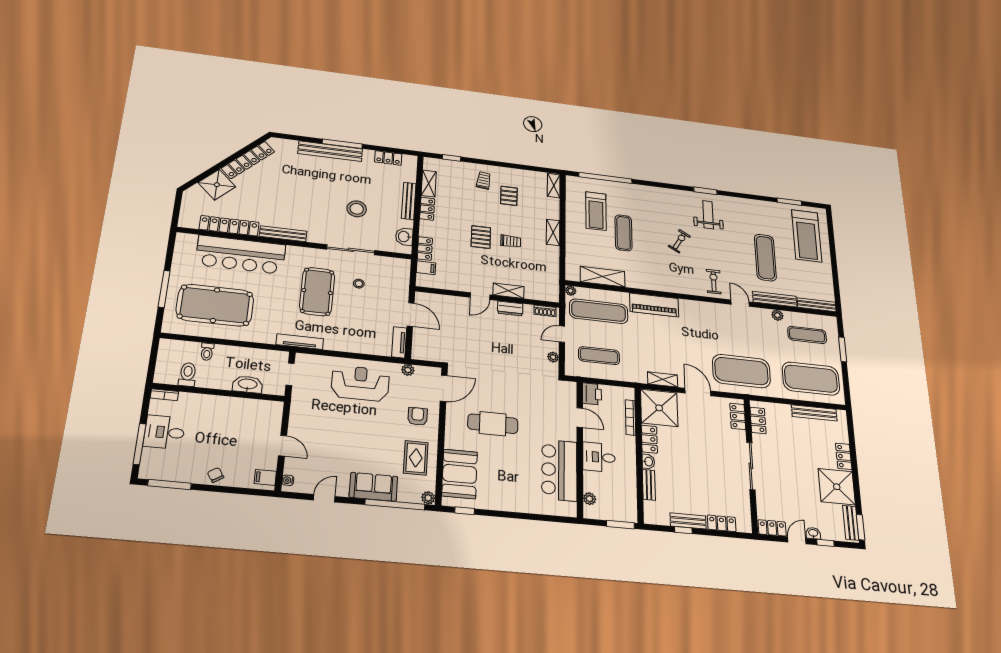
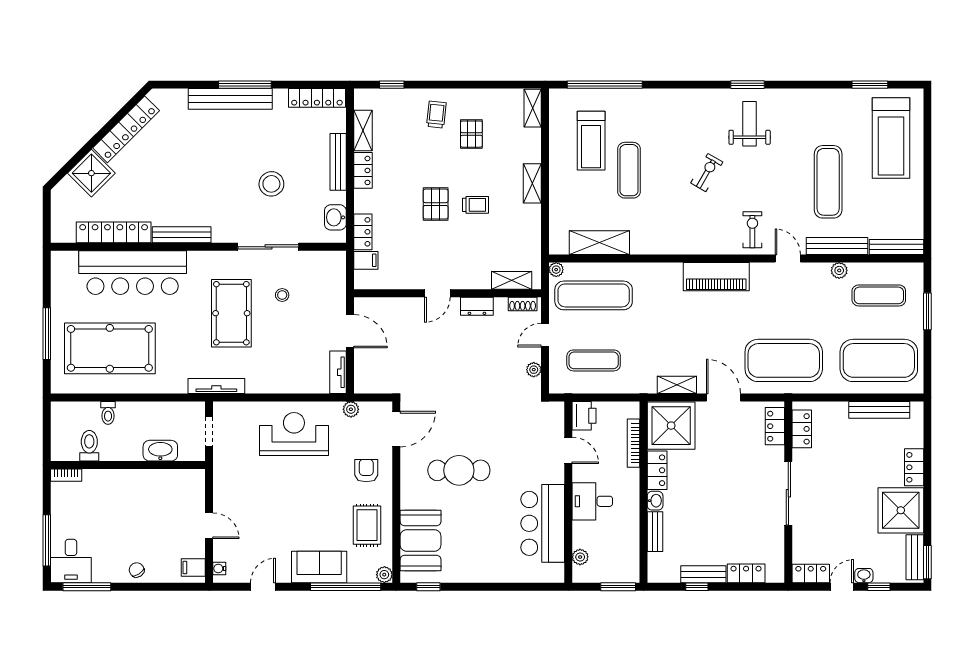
locker: (388, 158) -> (317, 98), width x1.53
shelving: (508, 291) -> (512, 280), moved
piano: (654, 305) -> (716, 277), moved
desk: (164, 432) -> (71, 561), moved, turned -90

